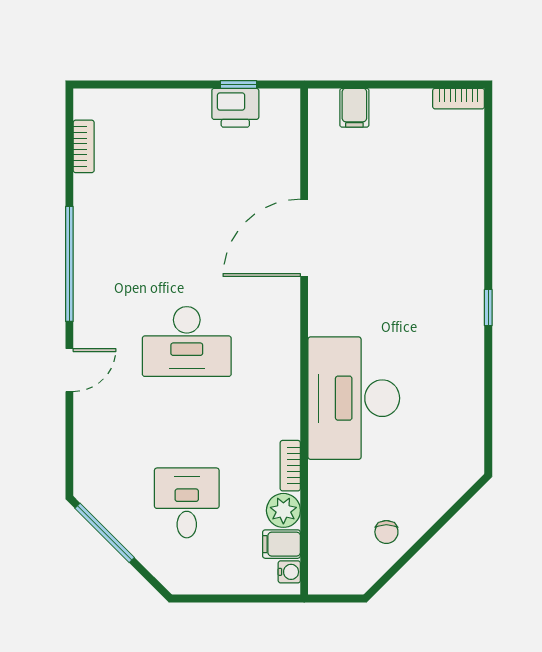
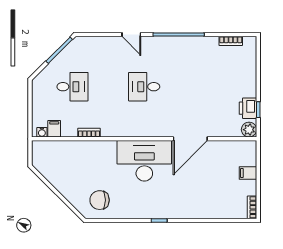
filing cabinet: (354, 108) -> (248, 173), moved
door: (304, 238) -> (190, 139), swing flipped
desk: (187, 342) -> (144, 87), width x0.73
desk: (354, 398) -> (144, 161), moved
plant: (283, 510) -> (249, 130), moved
chair: (386, 532) -> (100, 200), moved, width x1.87, depth x1.87

